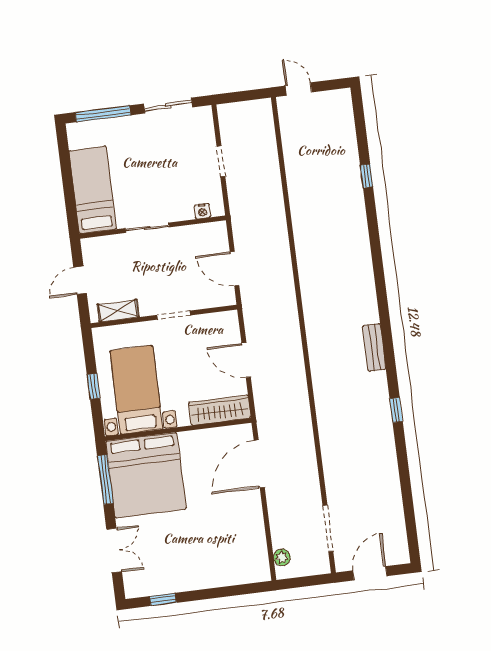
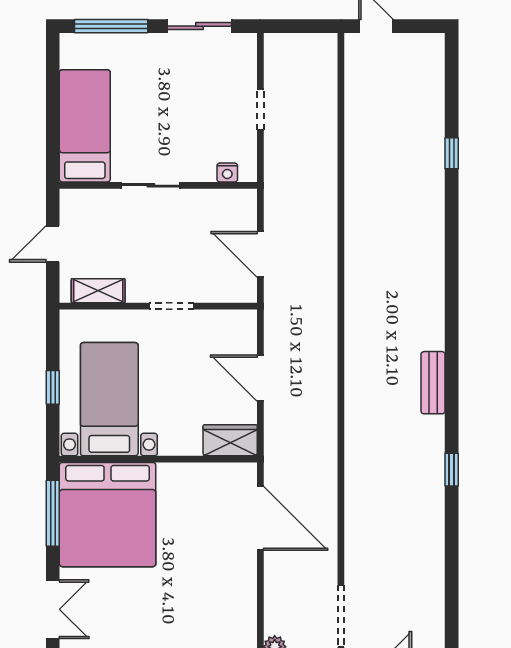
wardrobe: (220, 410) -> (230, 440), width x0.67
door: (259, 464) -> (260, 518), swing flipped

